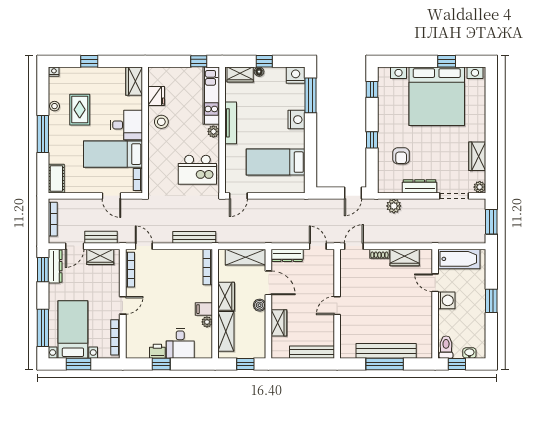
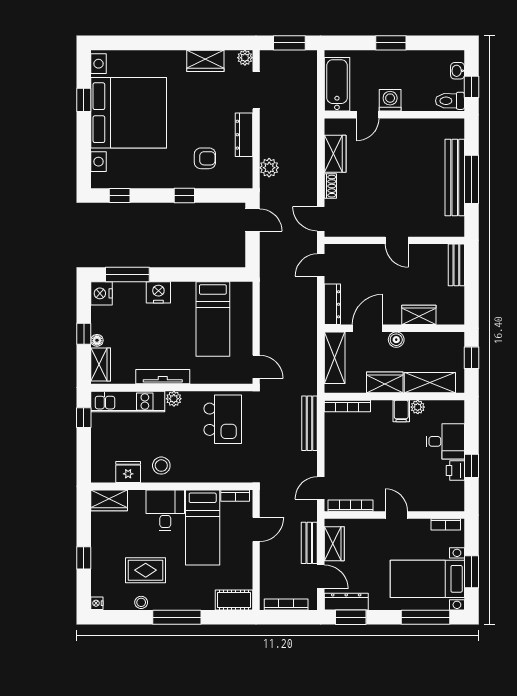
bookcase: (115, 337) -> (446, 524), width x0.64
bench: (312, 352) -> (456, 265), width x0.73

